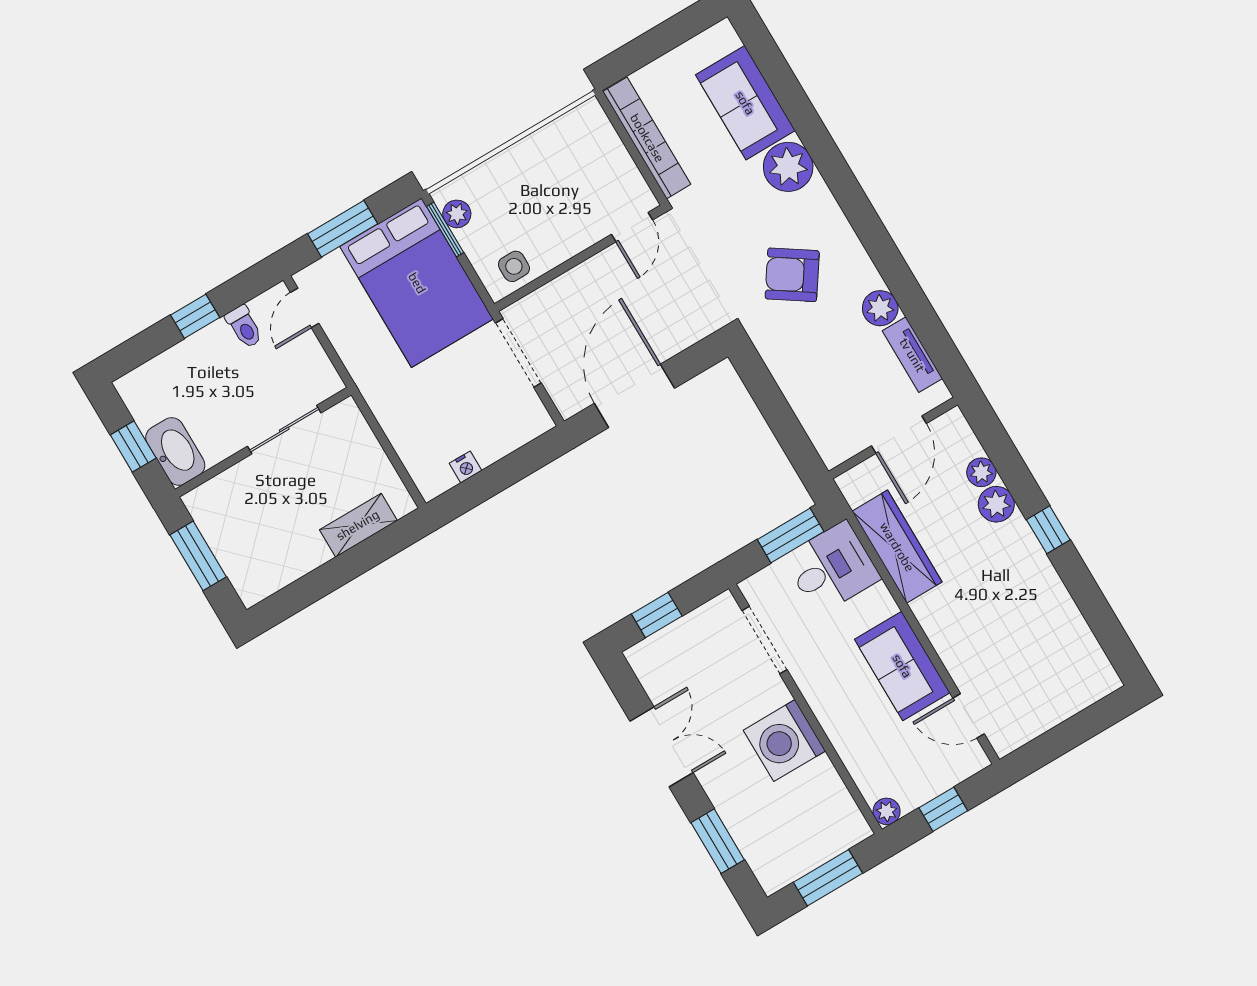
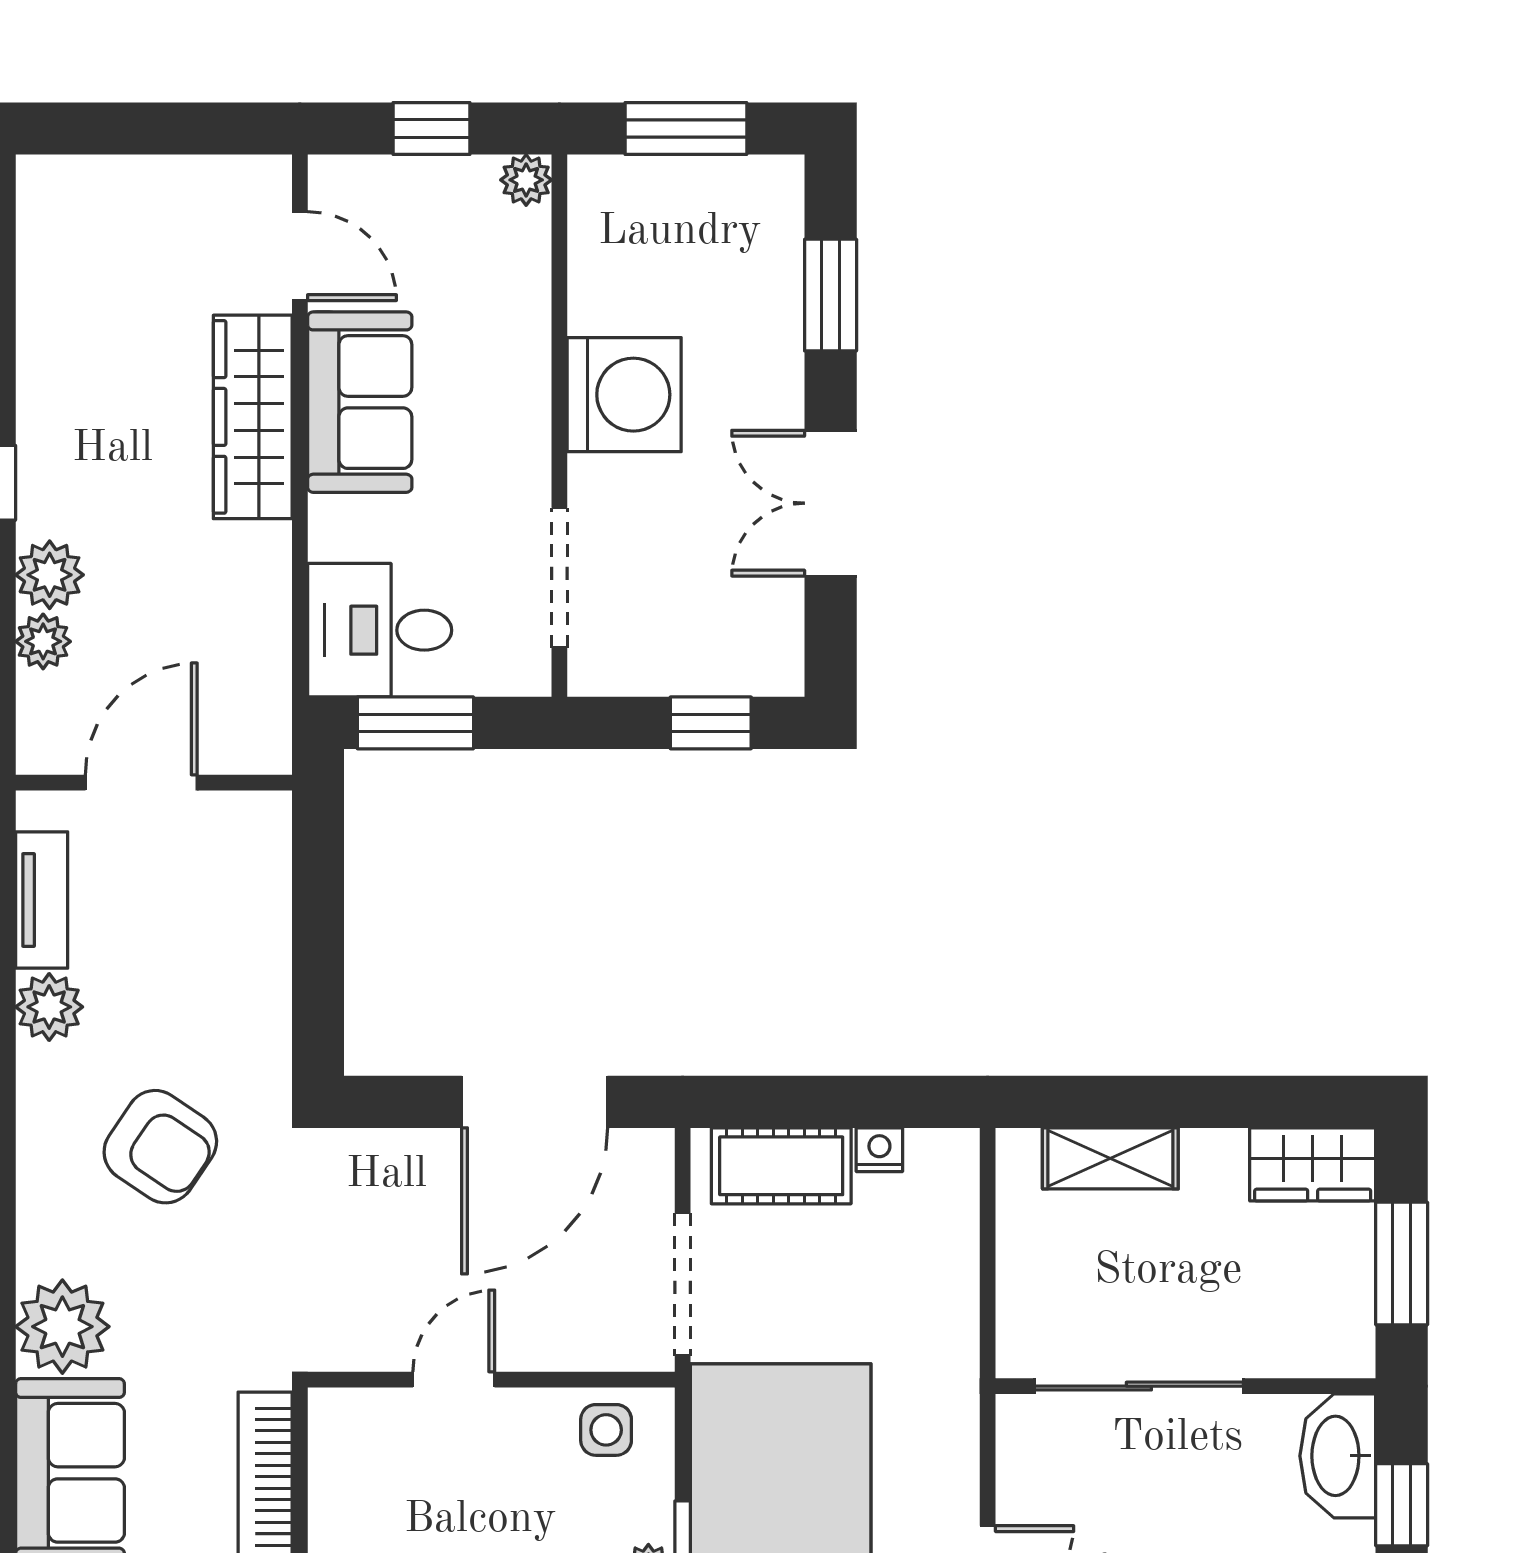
door: (632, 227) -> (454, 1380), moved
sliding door: (284, 430) -> (1139, 1386), width x1.37
cot: (506, 433) -> (781, 1166), added
wardrobe: (897, 547) -> (253, 417), moved
wardrobe: (265, 577) -> (1313, 1164), added

